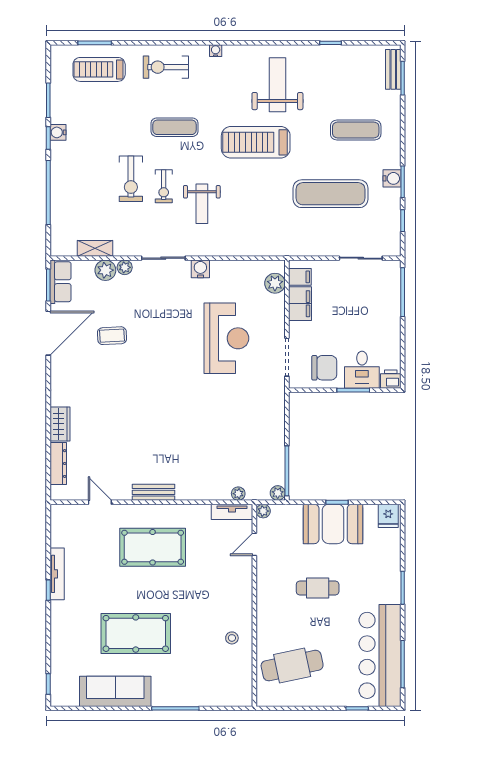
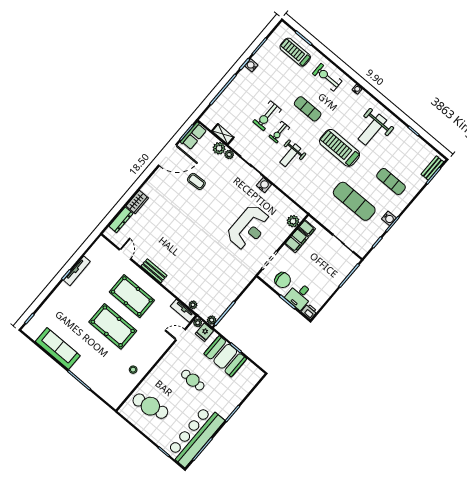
weight bench: (277, 85) -> (372, 130), turned 180
fridge: (388, 516) -> (204, 332), moved
pool table: (136, 633) -> (113, 326), moved

